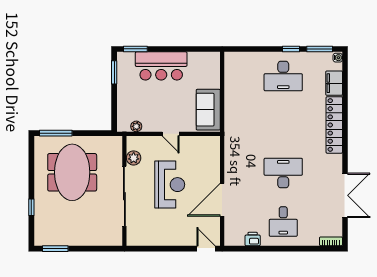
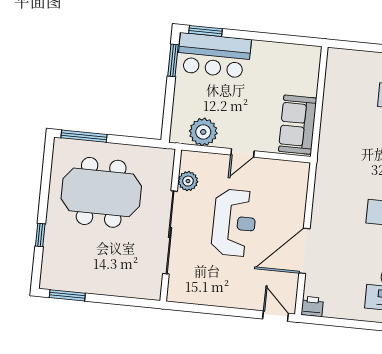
bar counter: (161, 66) -> (214, 55), moved
plant: (136, 126) -> (203, 132), width x1.88, depth x1.88
door: (171, 134) -> (242, 153), hinge flipped
meeting table: (72, 172) -> (101, 192), turned 90
printer: (253, 239) -> (312, 306), moved

